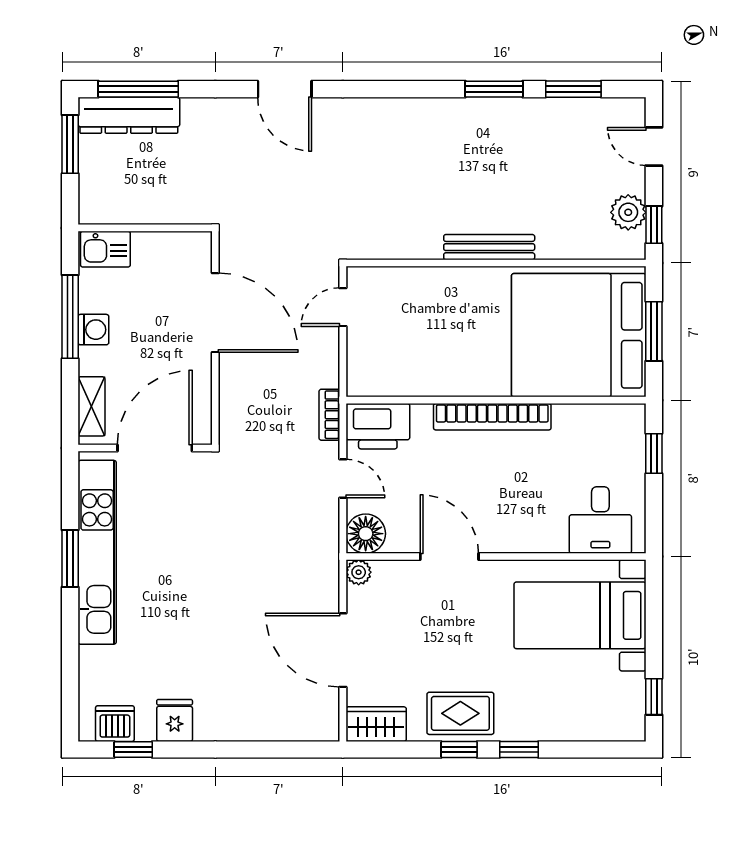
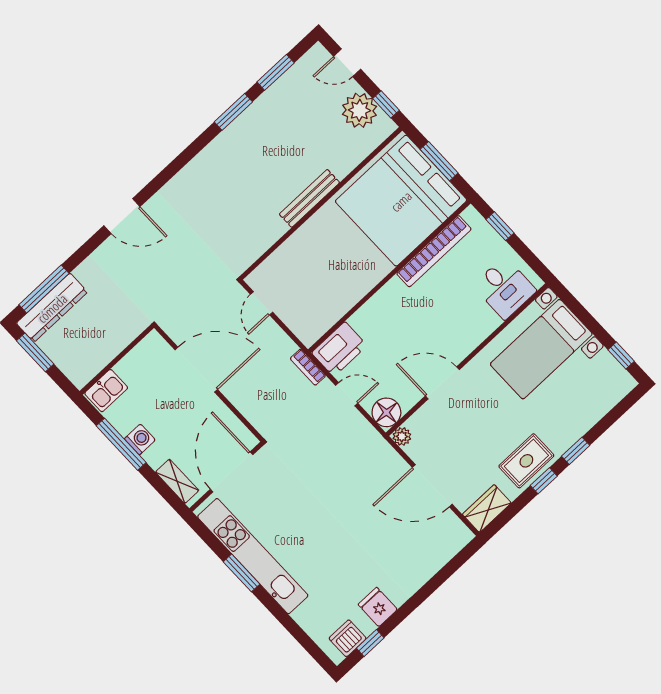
plant: (628, 212) -> (359, 110), width x1.36, depth x1.36
bookcase: (492, 417) -> (434, 251), moved

